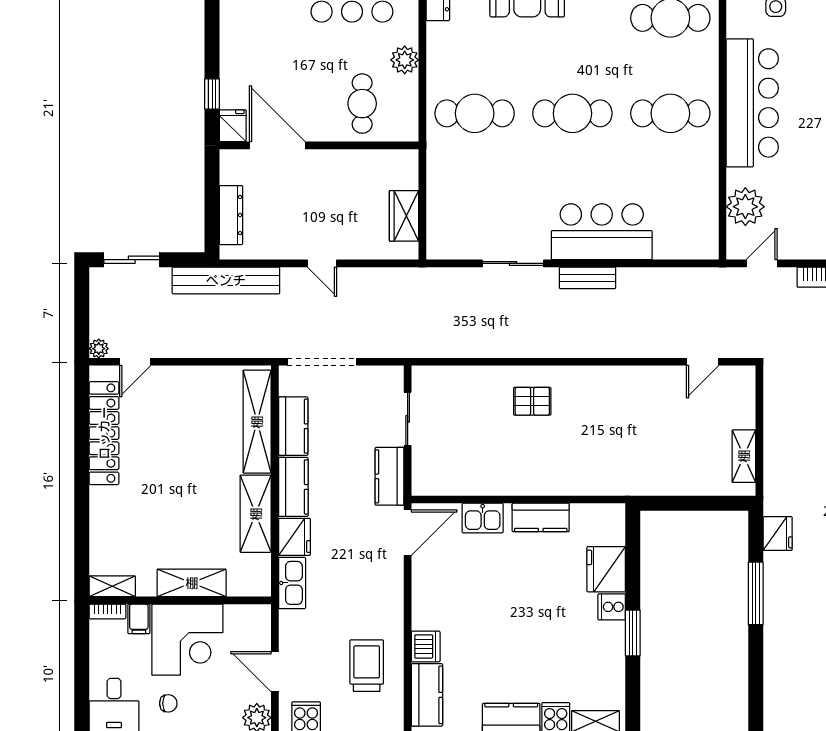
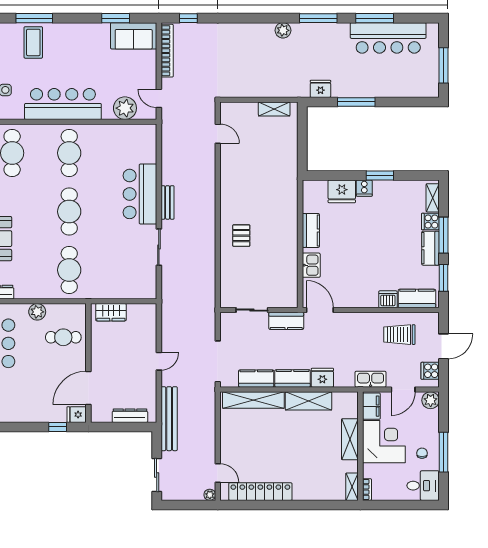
wardrobe: (404, 216) -> (111, 312), moved
kitchen sink: (292, 583) -> (371, 379), moved
filing cabinet: (139, 619) -> (371, 406), moved, width x2.00

